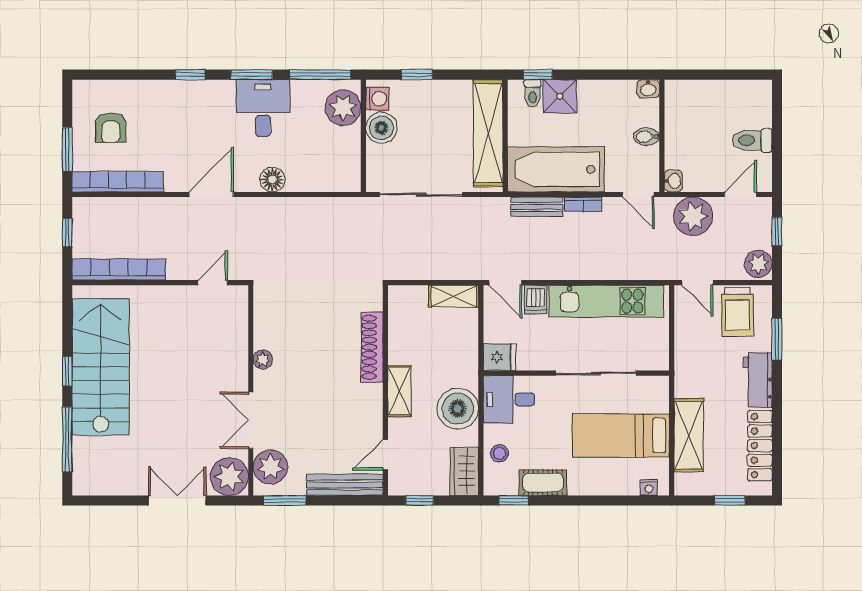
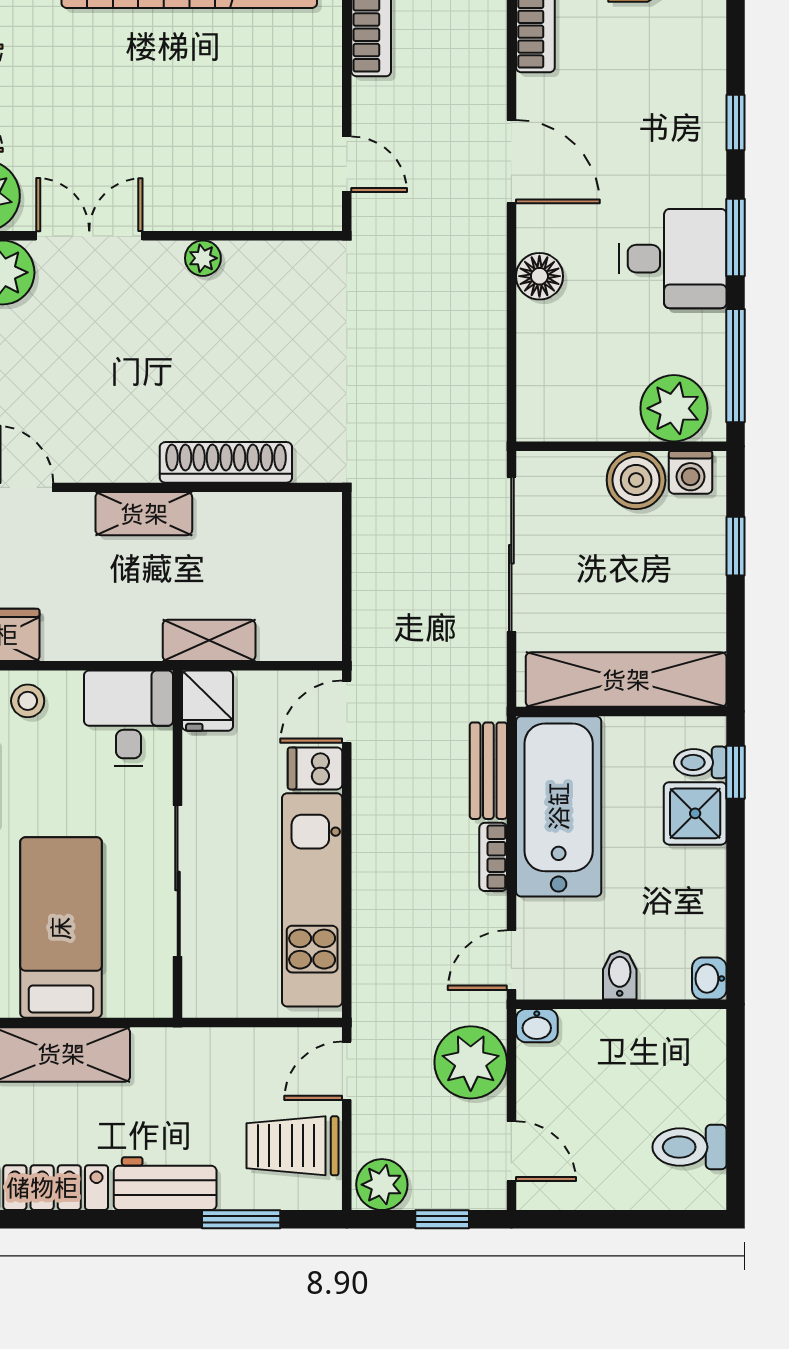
toilet: (752, 140) -> (690, 1147), moved, turned -90
shelving: (454, 296) -> (209, 640), moved, turned 90
boiler: (458, 409) -> (111, 623), removed

